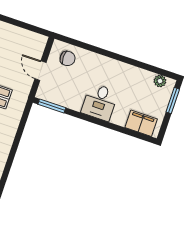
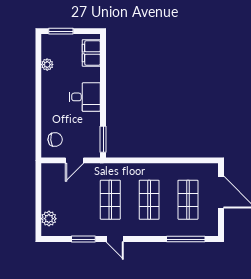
chair: (68, 58) -> (55, 139), turned 86
plant: (160, 81) -> (47, 65), moved

